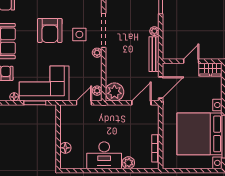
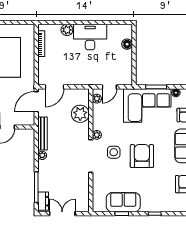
plant: (114, 92) -> (80, 114), moved

